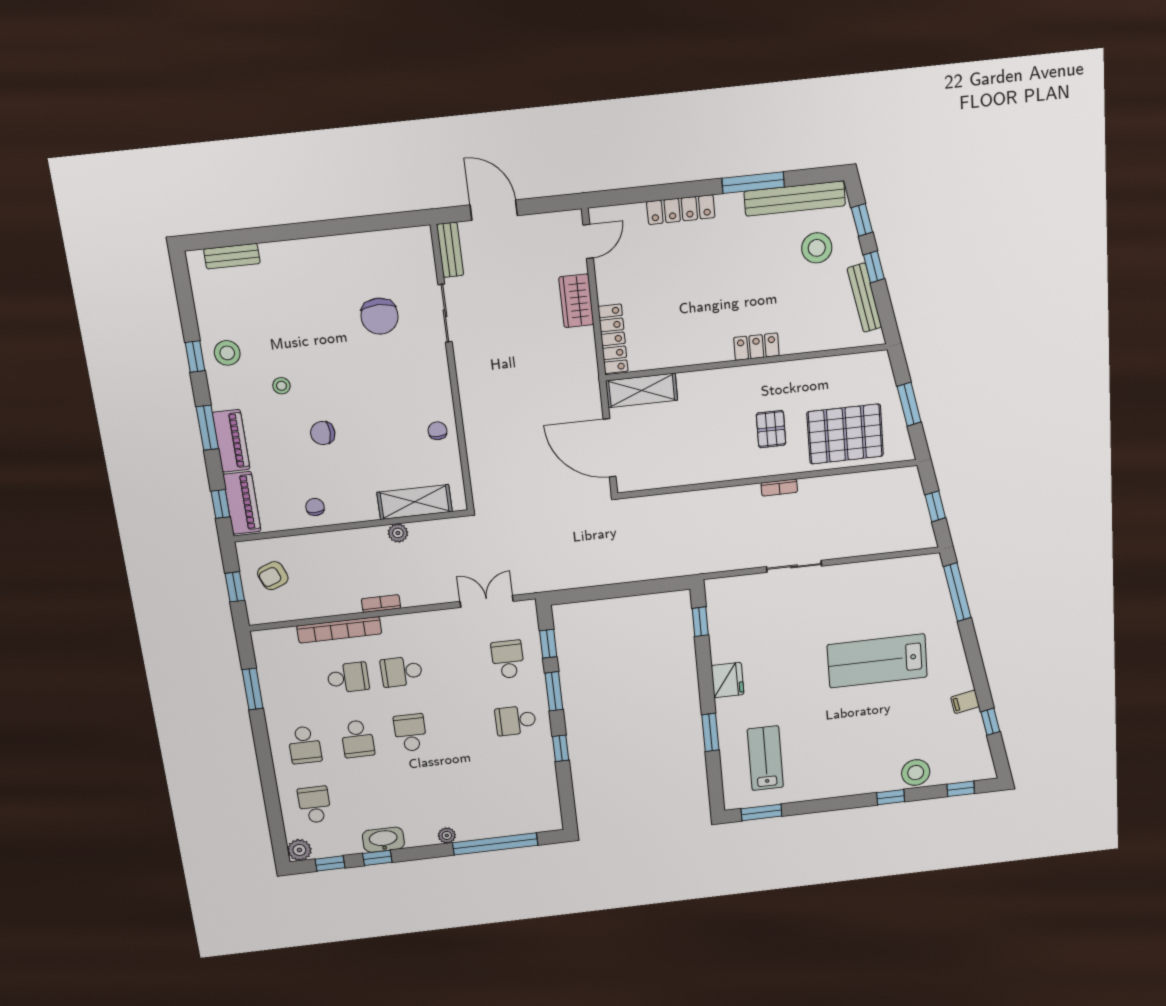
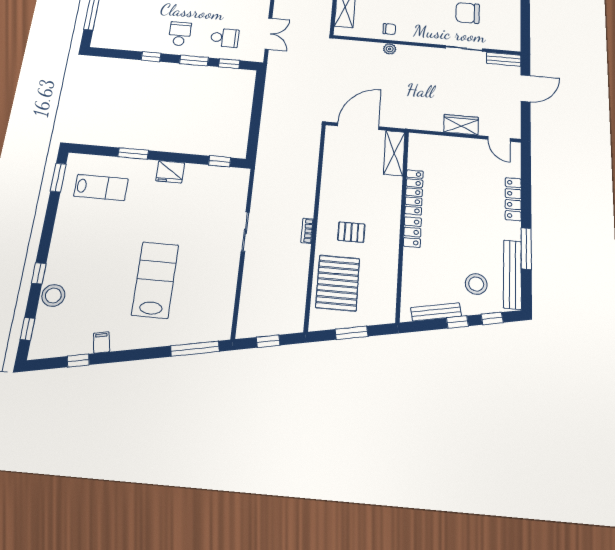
locker: (613, 339) -> (414, 192), moved, turned -90
plant: (472, 425) -> (390, 49), added

